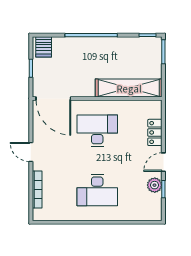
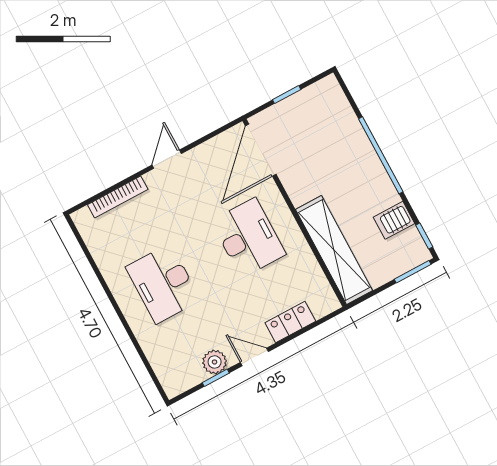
server rack: (44, 47) -> (394, 220), moved

